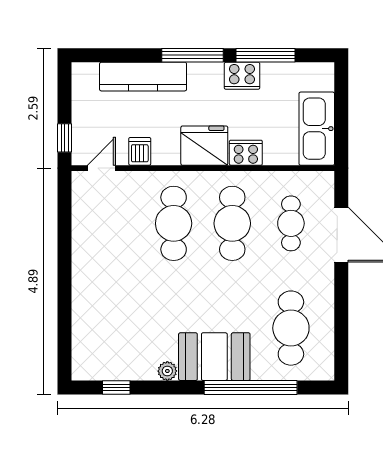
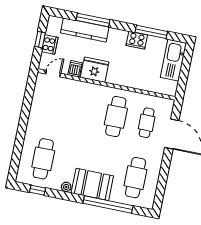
window: (193, 55) -> (93, 20), moved
kitchen sink: (317, 129) -> (173, 60), moved
window: (65, 138) -> (40, 40), moved
fridge: (204, 146) -> (95, 70), moved
cooker: (246, 153) -> (50, 44), moved, turned 90
cafe table: (174, 223) -> (43, 159), moved

